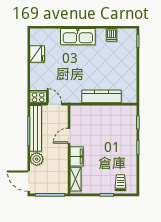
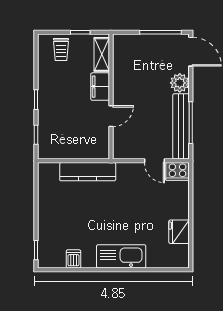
door: (69, 136) -> (111, 116), moved
wall: (69, 150) -> (111, 96), moved
filing cabinet: (77, 156) -> (100, 87), moved
shelving: (76, 179) -> (102, 54), moved

